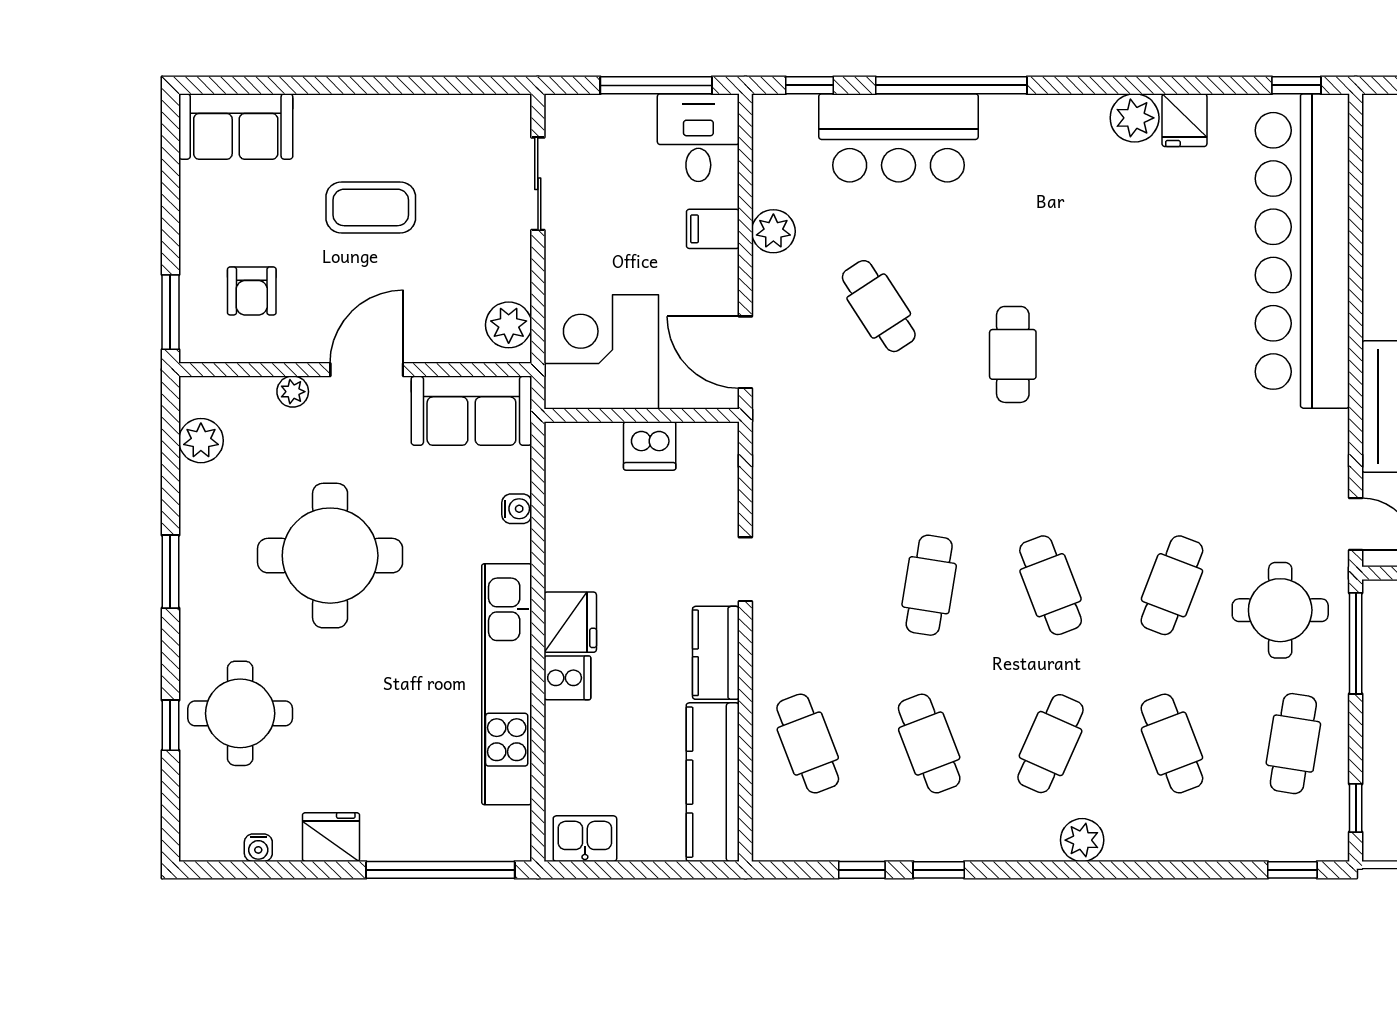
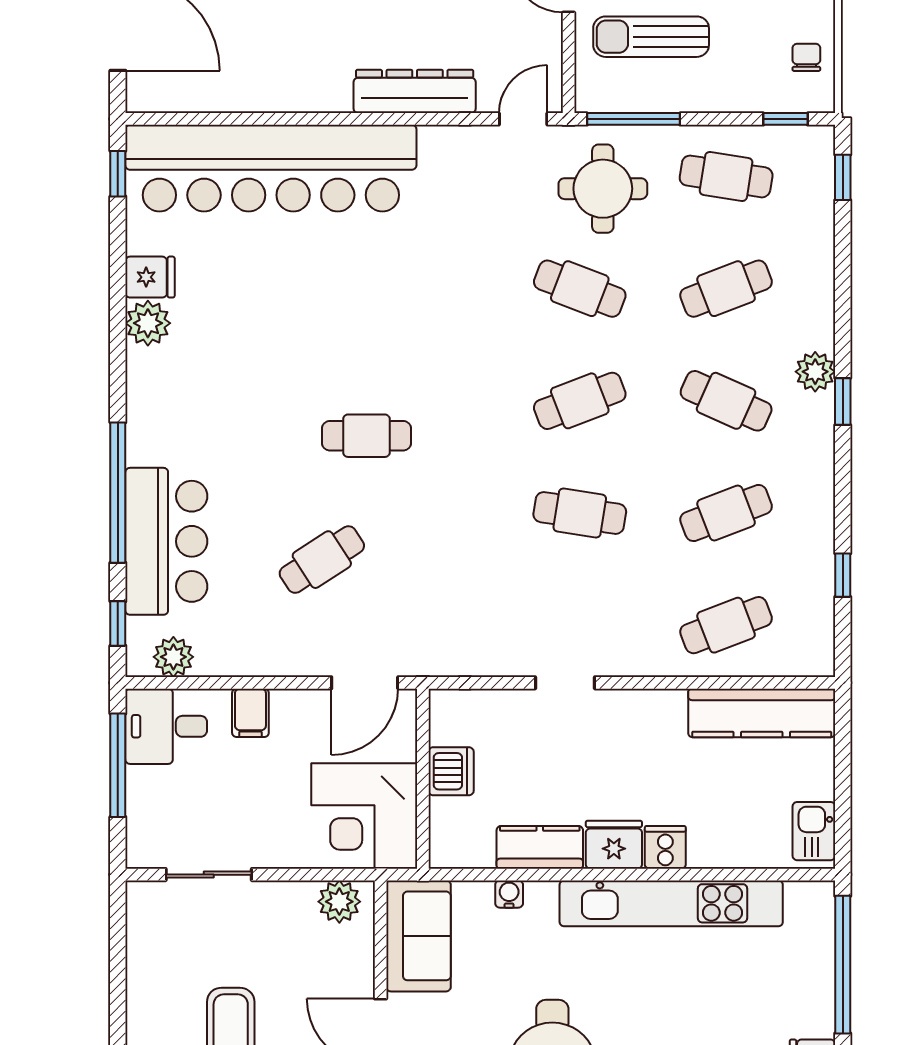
plant: (773, 231) -> (173, 657), moved
kitchen counter: (716, 653) -> (540, 847), moved, turned 180
window: (939, 870) -> (843, 402), moved

